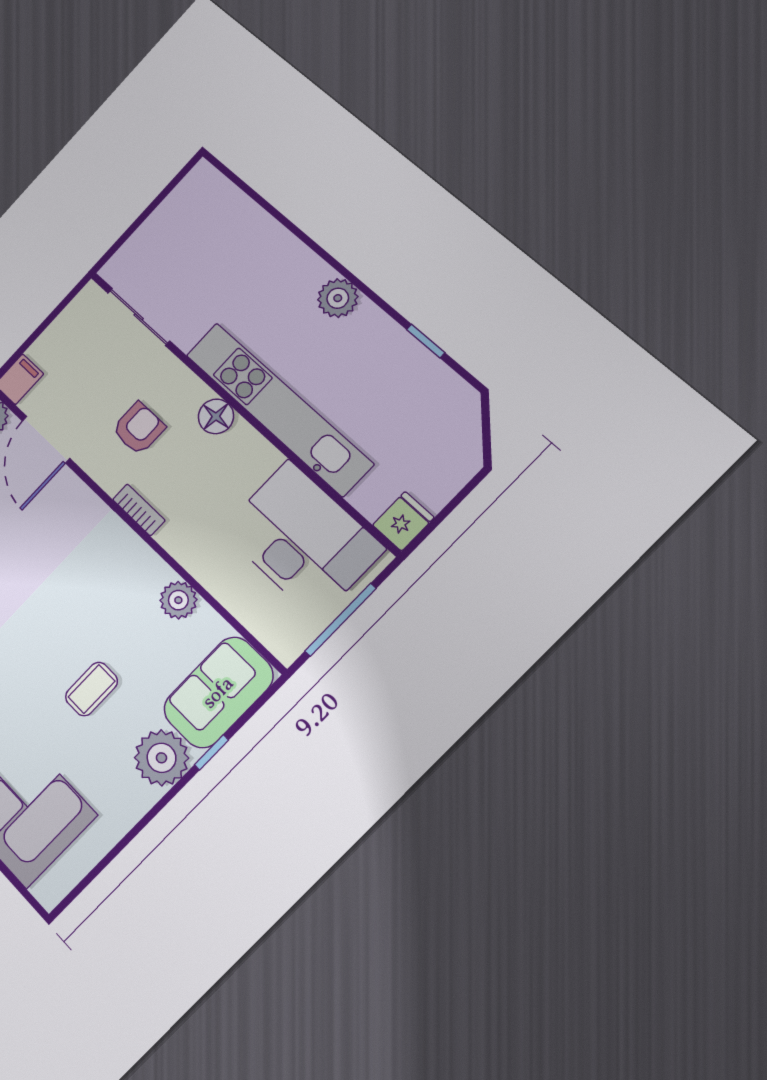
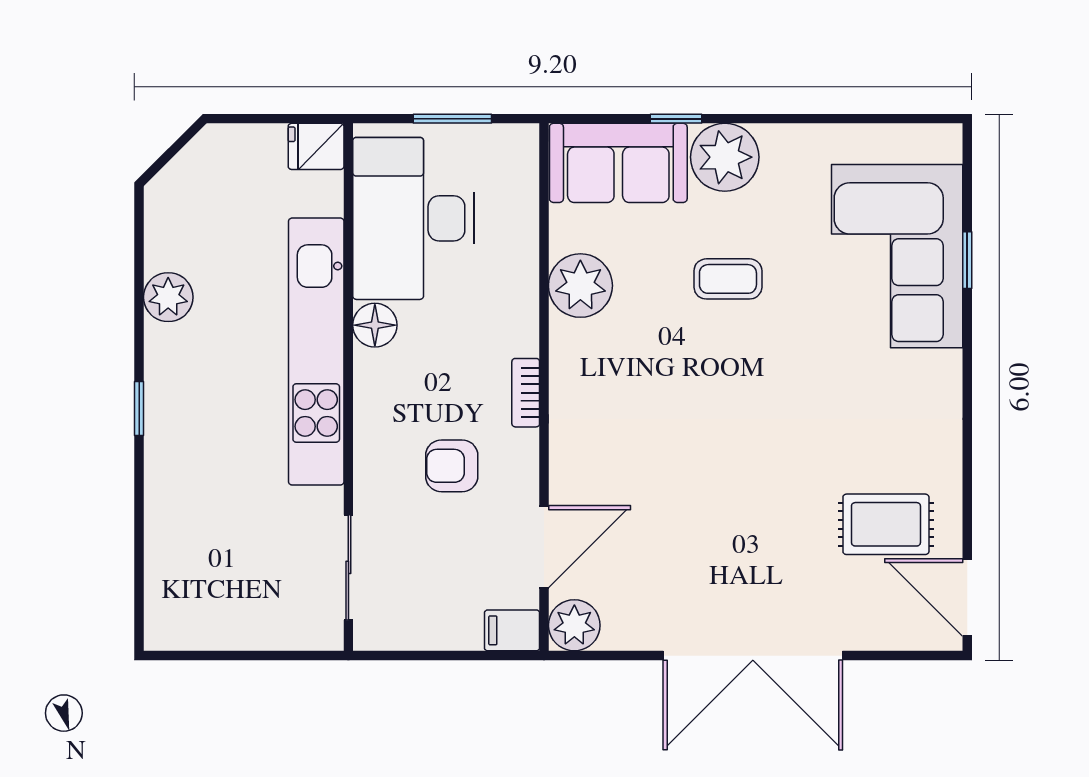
plant: (338, 298) -> (168, 297), moved
window: (426, 341) -> (139, 409), moved
floor lamp: (216, 416) -> (375, 325), moved
plant: (178, 600) -> (580, 286), width x1.36, depth x1.36
window: (340, 620) -> (452, 119), width x0.69

